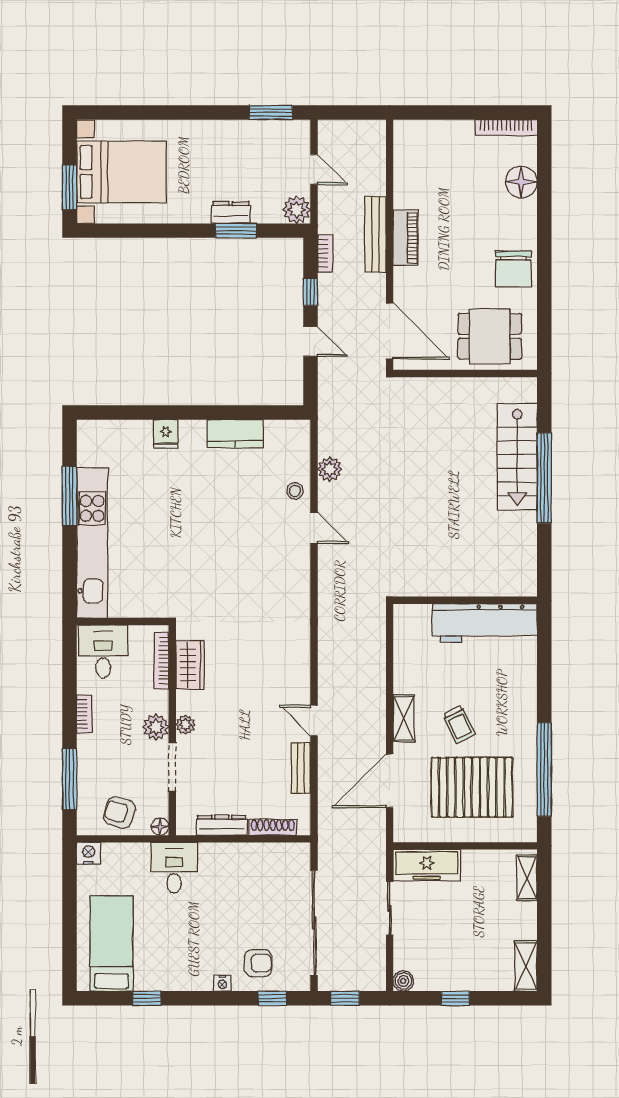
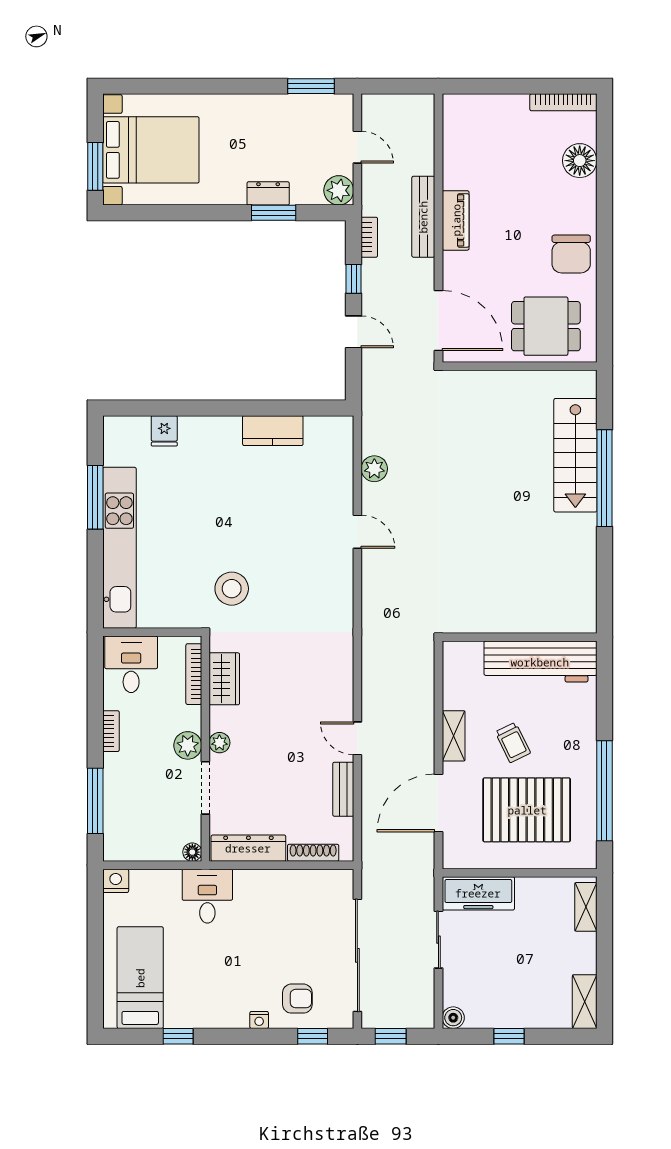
fridge: (166, 434) -> (164, 431), moved
stool: (295, 491) -> (232, 589), moved, width x1.89, depth x1.89
wall: (465, 600) -> (520, 637), moved
workbench: (485, 623) -> (540, 662), moved
armchair: (119, 813) -> (149, 837), removed
dresser: (222, 825) -> (248, 848), width x1.37, depth x1.24

